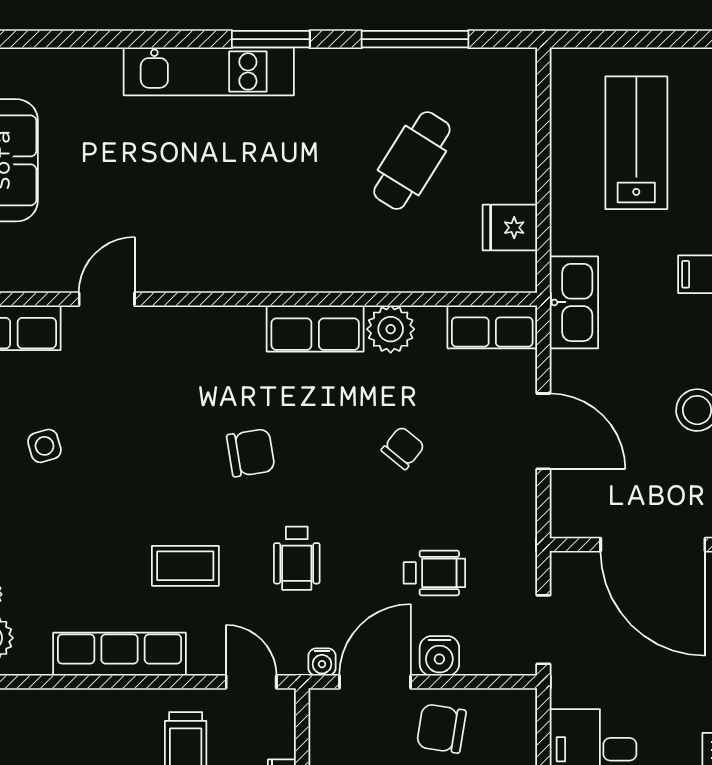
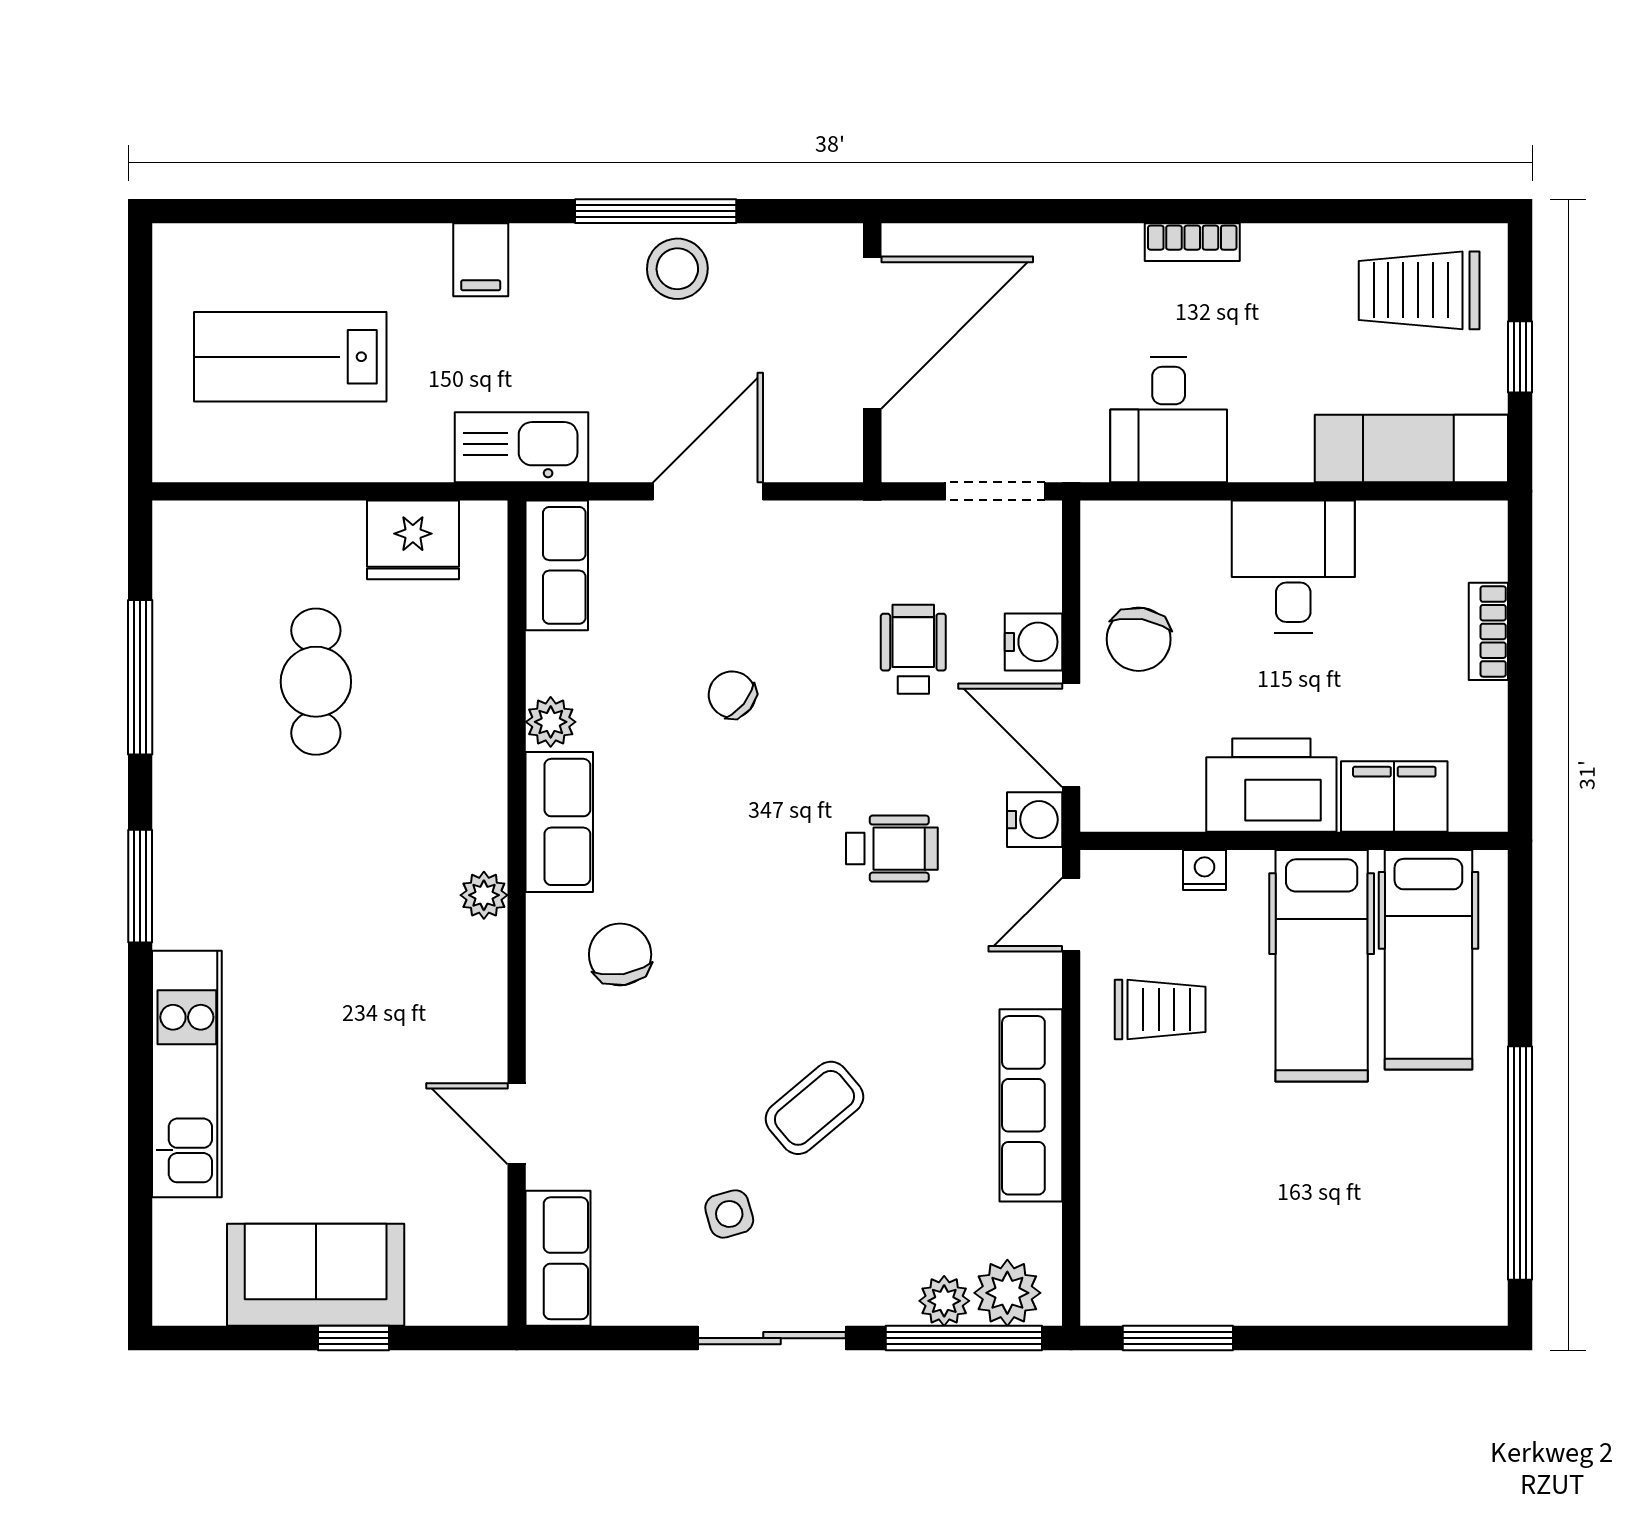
kitchen unit: (209, 71) -> (187, 1074), moved
cafe table: (412, 161) -> (316, 682), turned 58
fridge: (510, 228) -> (413, 540), width x1.38
plant: (265, 277) -> (484, 895), added
plant: (391, 329) -> (551, 722), width x0.73, depth x0.73
chair: (251, 453) -> (620, 954), moved
coffee table: (185, 566) -> (814, 1108), moved, turned 50
water cooler: (322, 662) -> (1035, 820), width x1.38, depth x1.38

